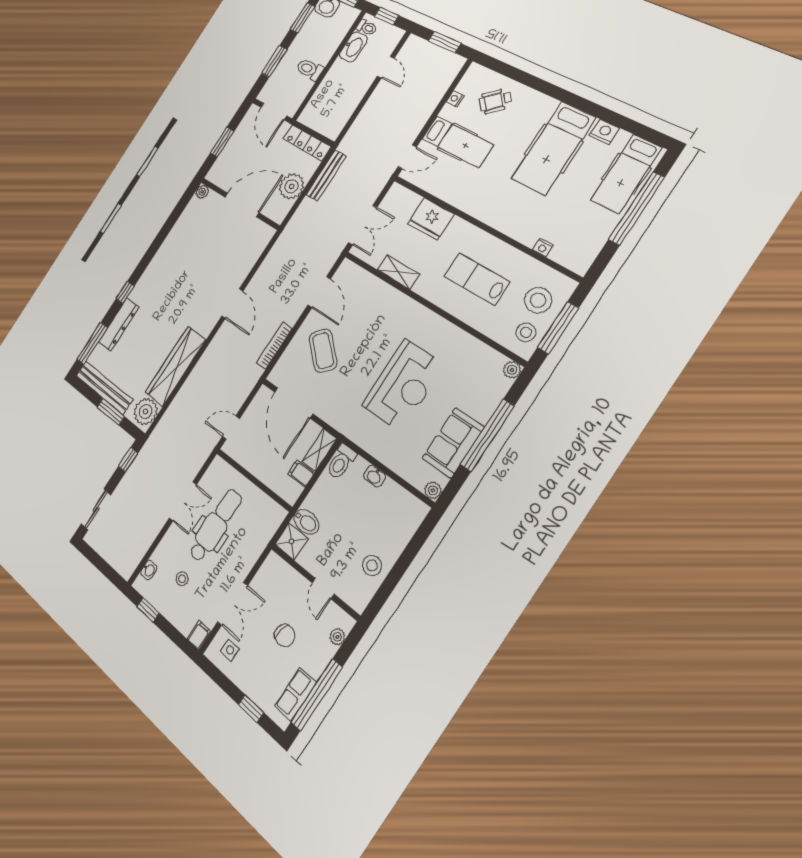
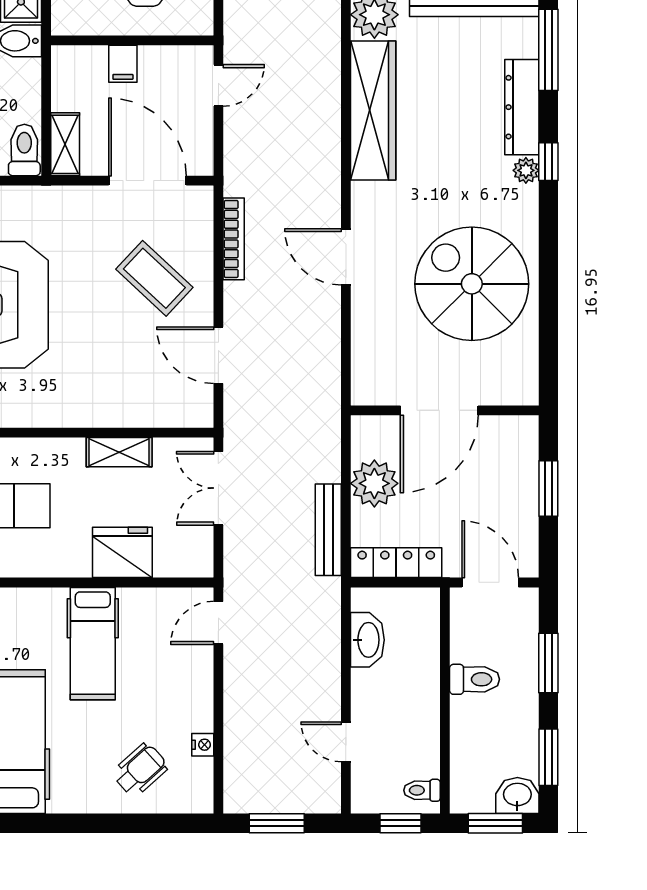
washbasin: (353, 47) -> (367, 640), moved, turned 180
hospital bed: (457, 142) -> (93, 644), moved, turned -90
plant: (202, 192) -> (526, 170), moved
spiral stairs: (190, 256) -> (472, 284), added
filing cabinet: (301, 474) -> (123, 64), moved, turned 90

